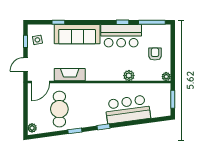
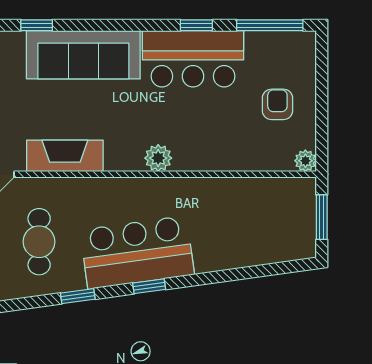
plant: (129, 76) -> (158, 158), moved
cafe table: (59, 109) -> (39, 242), width x0.73, depth x0.74
bar counter: (128, 109) -> (137, 252), moved

